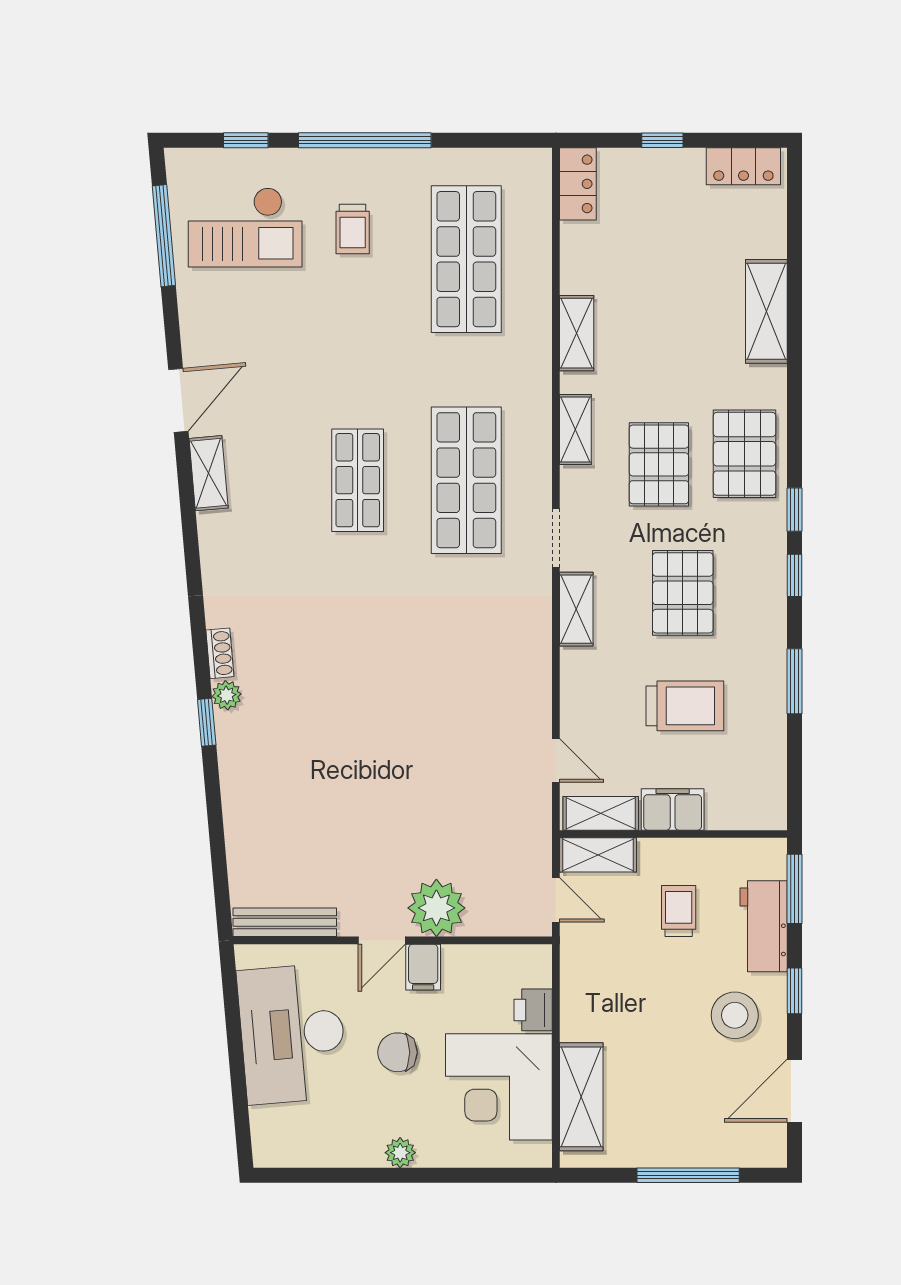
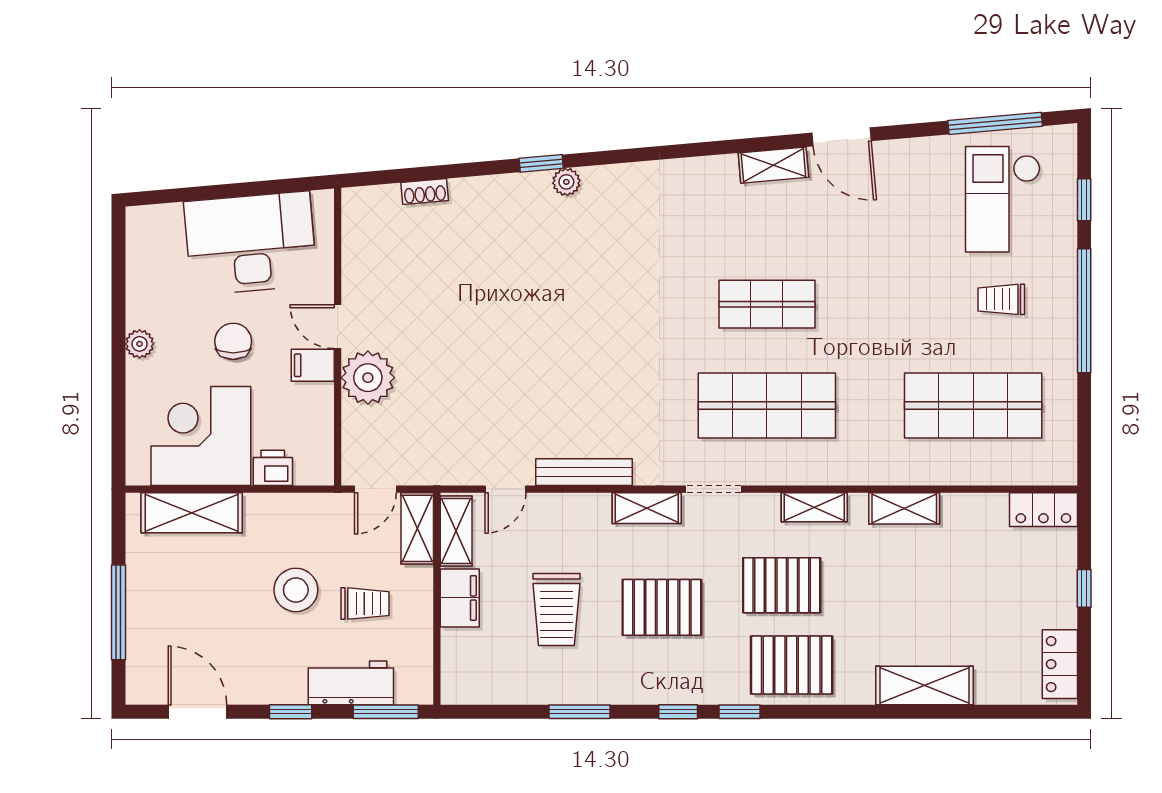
shoe rack: (220, 653) -> (425, 192), moved
bench: (285, 922) -> (584, 472), moved, turned 90
stool: (735, 1015) -> (296, 590), moved

